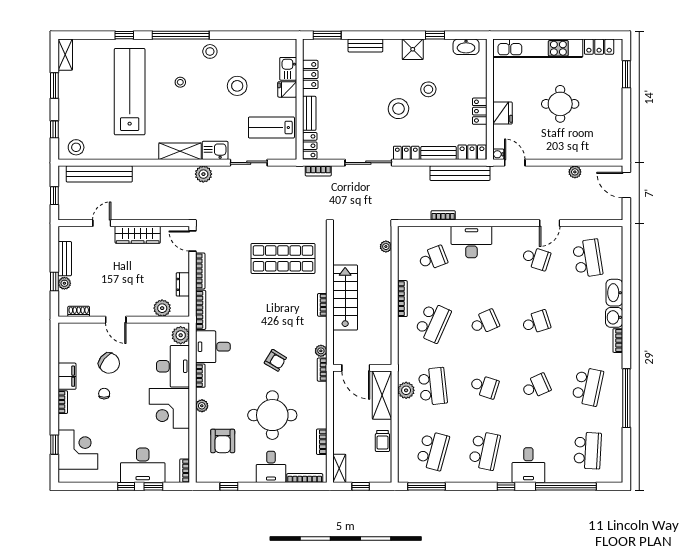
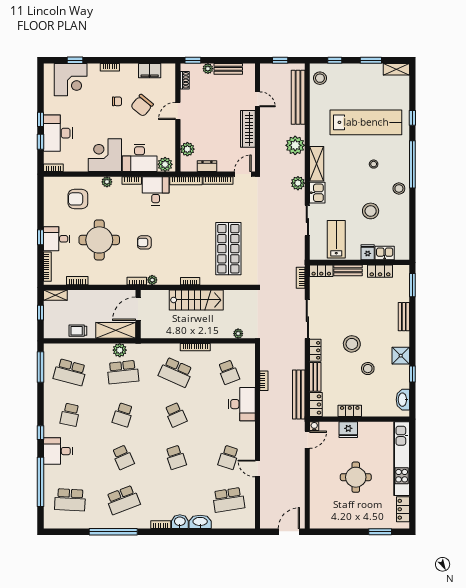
plant: (575, 172) -> (295, 145), moved, width x1.88, depth x1.88
window: (54, 282) -> (193, 60), moved
armchair: (275, 360) -> (144, 242), turned 59
filing cabinet: (67, 376) -> (150, 71), moved
school desk: (588, 386) -> (123, 500), turned -33
school desk: (484, 451) -> (70, 415), width x0.54
window: (229, 486) -> (40, 237), moved

